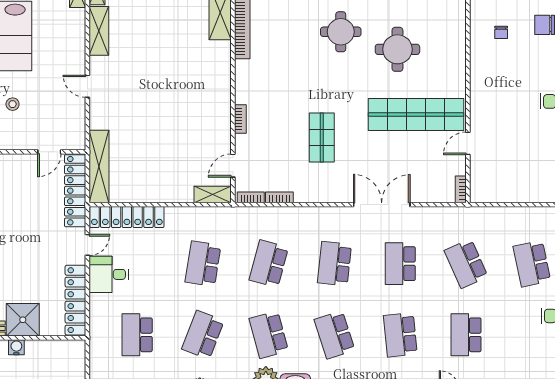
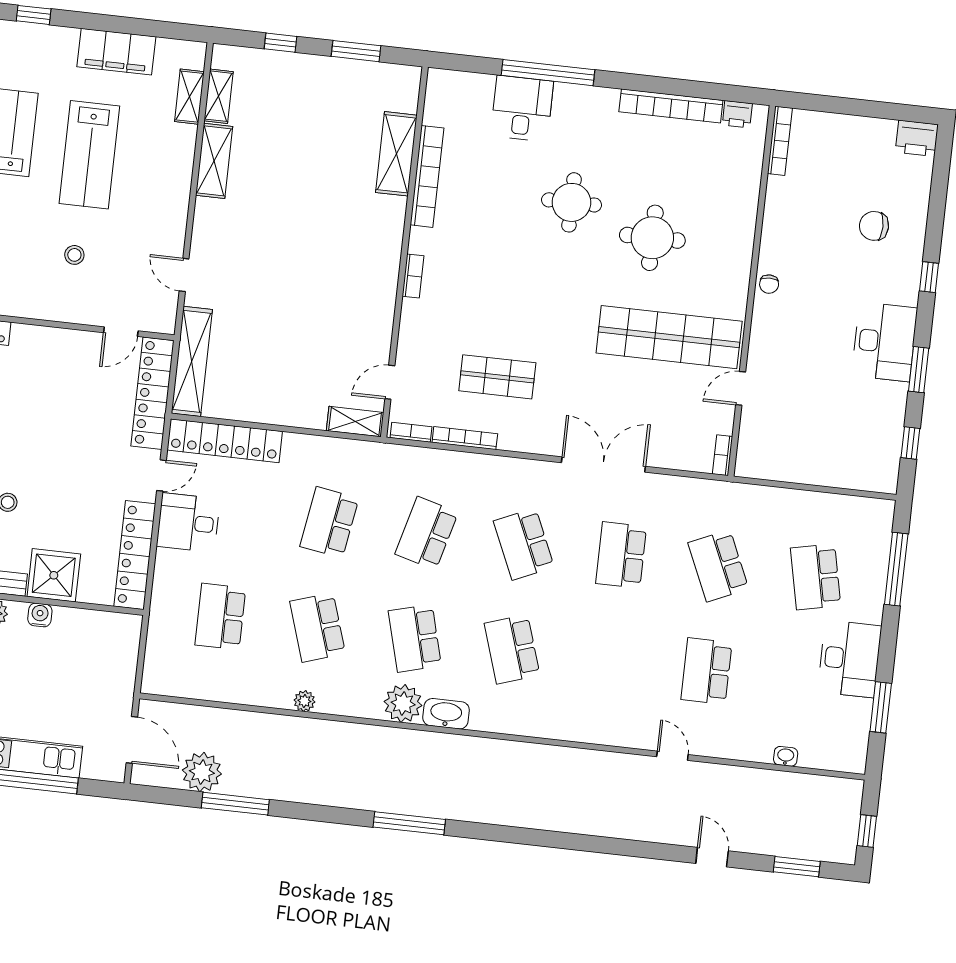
chair: (501, 32) -> (769, 284), moved
door: (87, 86) -> (184, 275), moved
bookcase: (240, 119) -> (413, 276), moved
shop shelf: (322, 137) -> (497, 377), moved, turned 90
bookcase: (279, 197) -> (465, 438), width x1.56
school desk: (335, 264) -> (524, 544), turned -30
school desk: (203, 335) -> (318, 627), turned -39
school desk: (400, 335) -> (609, 660), removed

